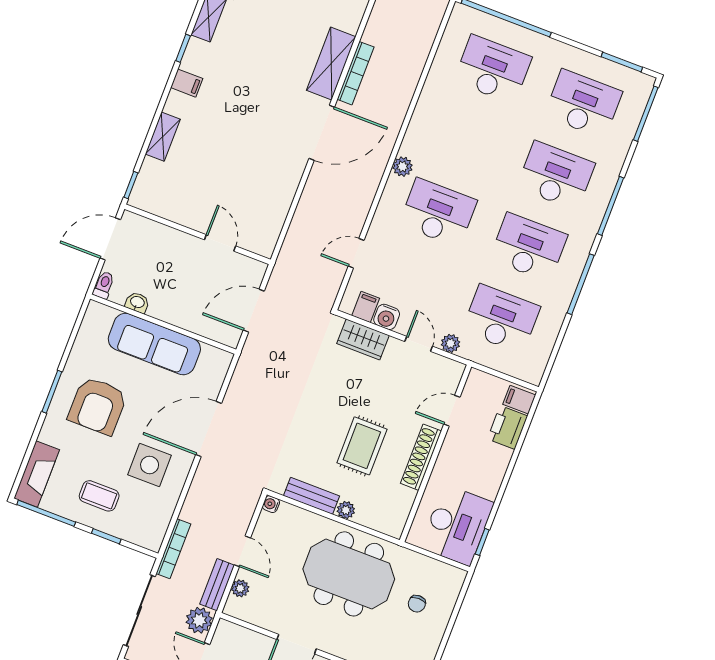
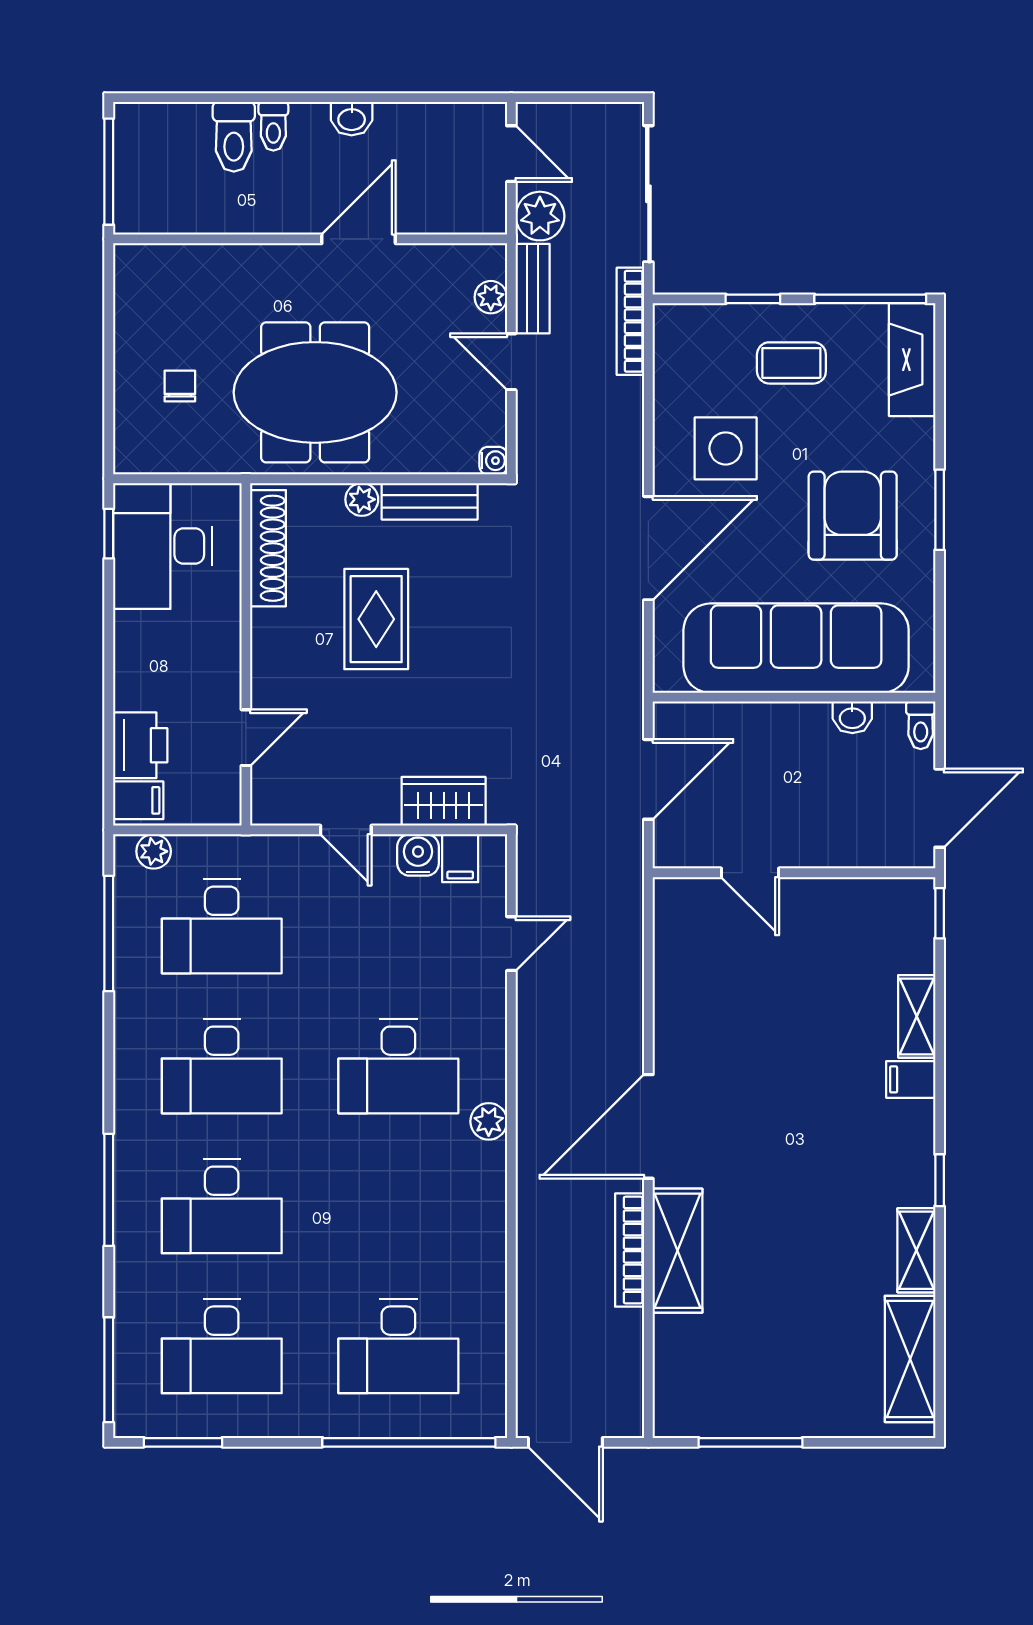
filing cabinet: (187, 83) -> (911, 1079), moved
window: (581, 284) -> (109, 934), moved
plant: (450, 343) -> (154, 851), moved
sofa: (154, 344) -> (796, 648), width x1.36, depth x1.27
shoe rack: (421, 457) -> (268, 548), moved

